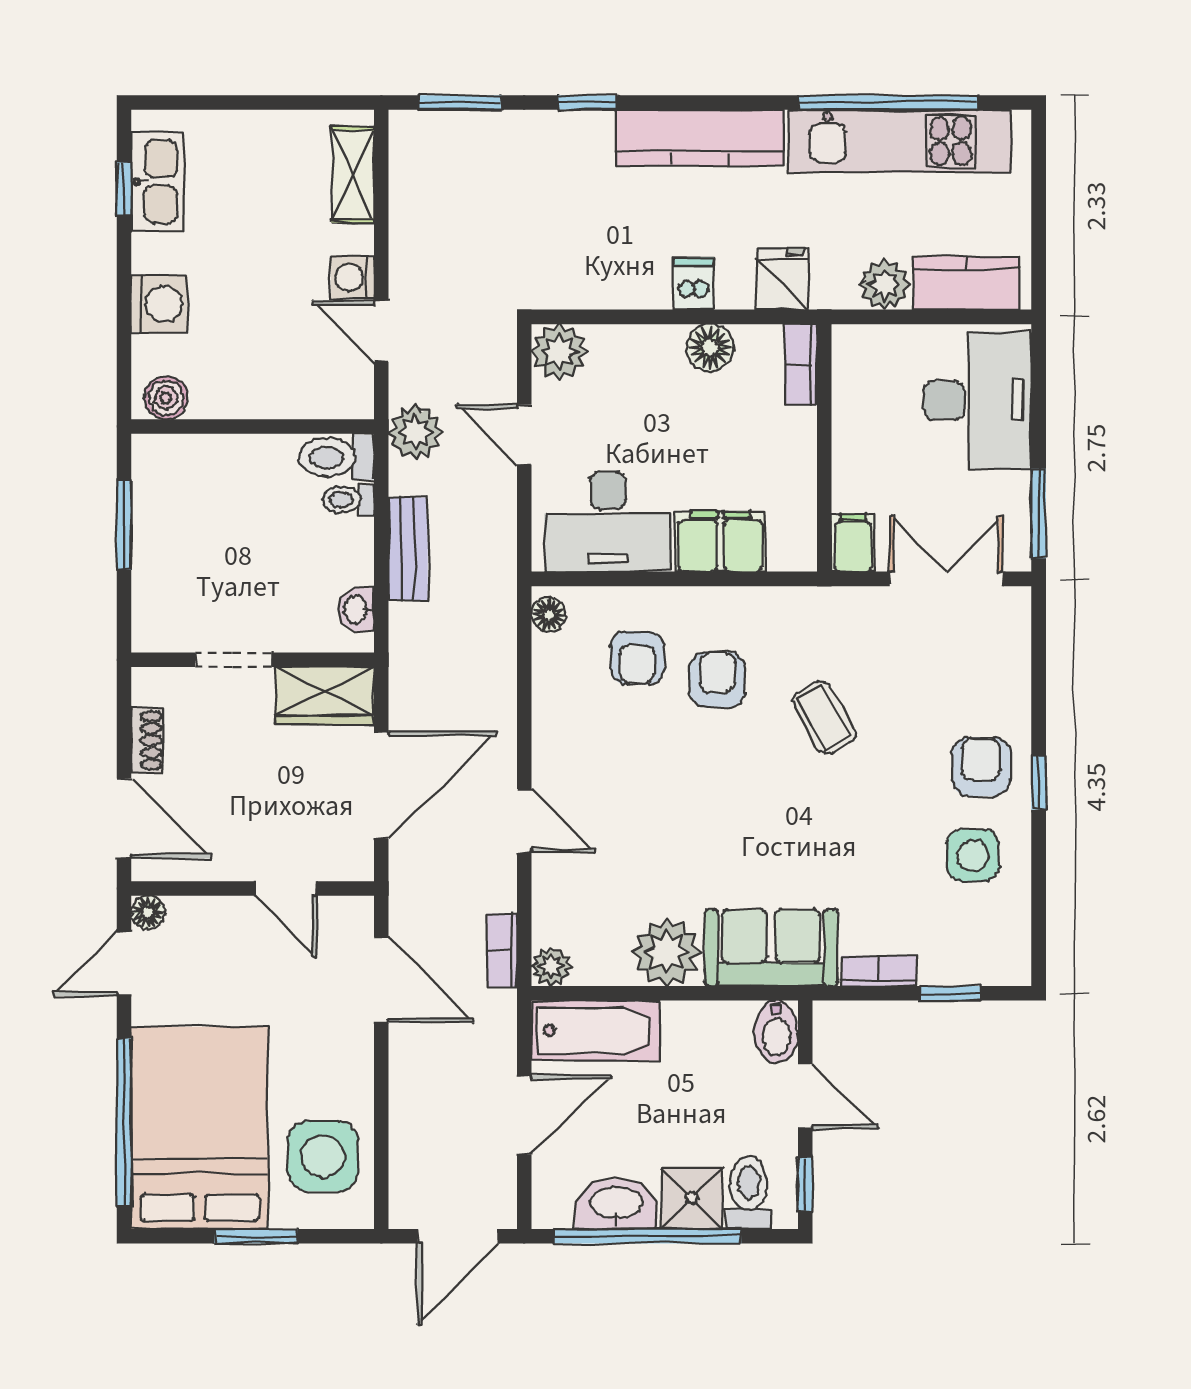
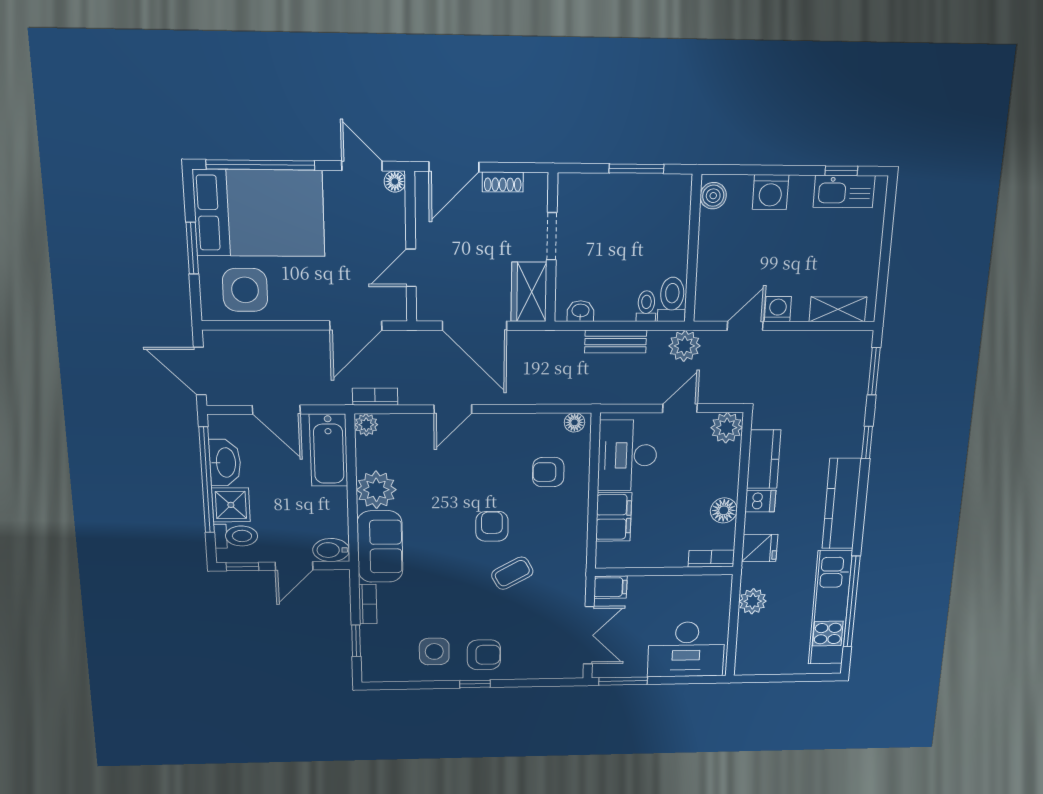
kitchen counter: (967, 283) -> (764, 459), moved
armchair: (717, 680) -> (492, 526), moved, turned -90

